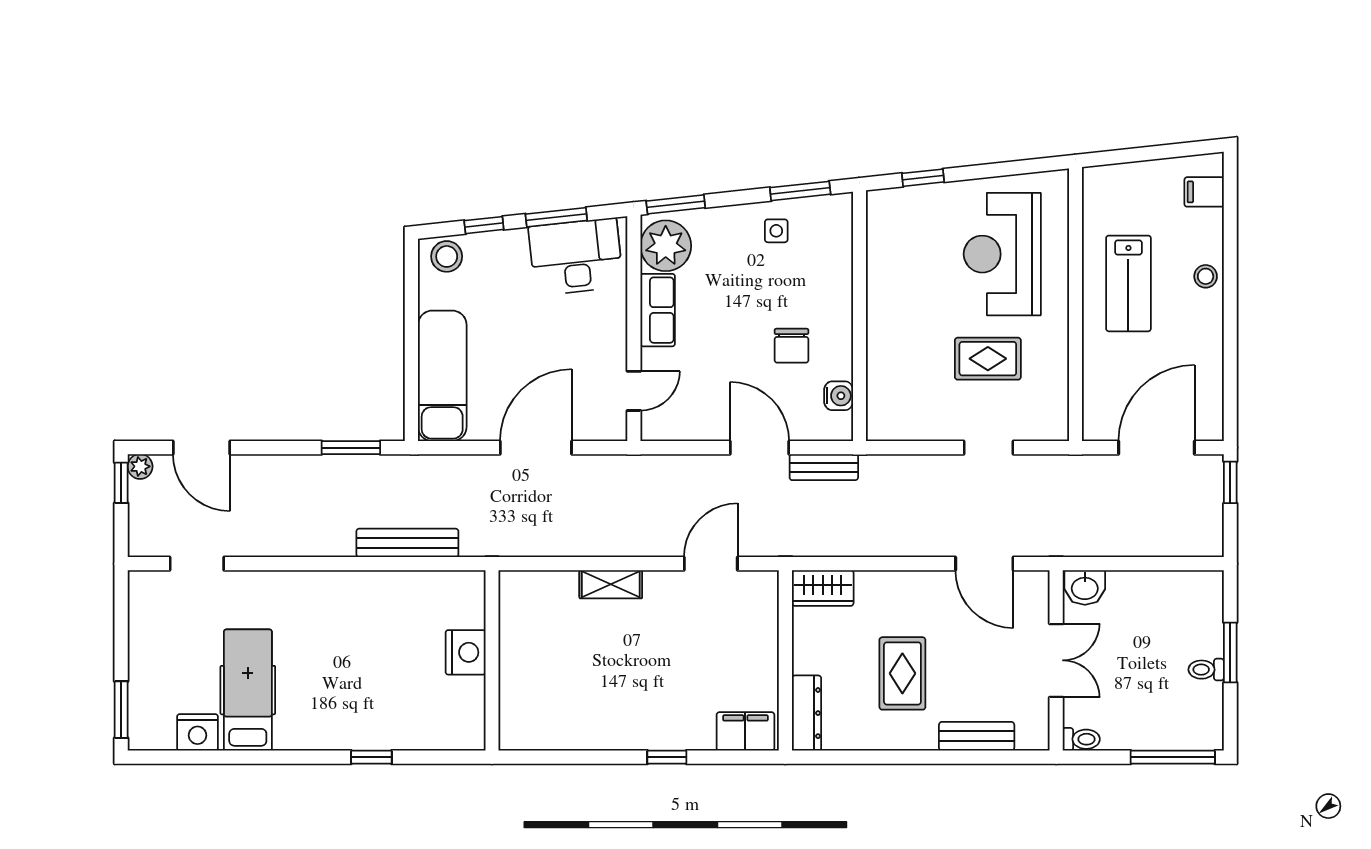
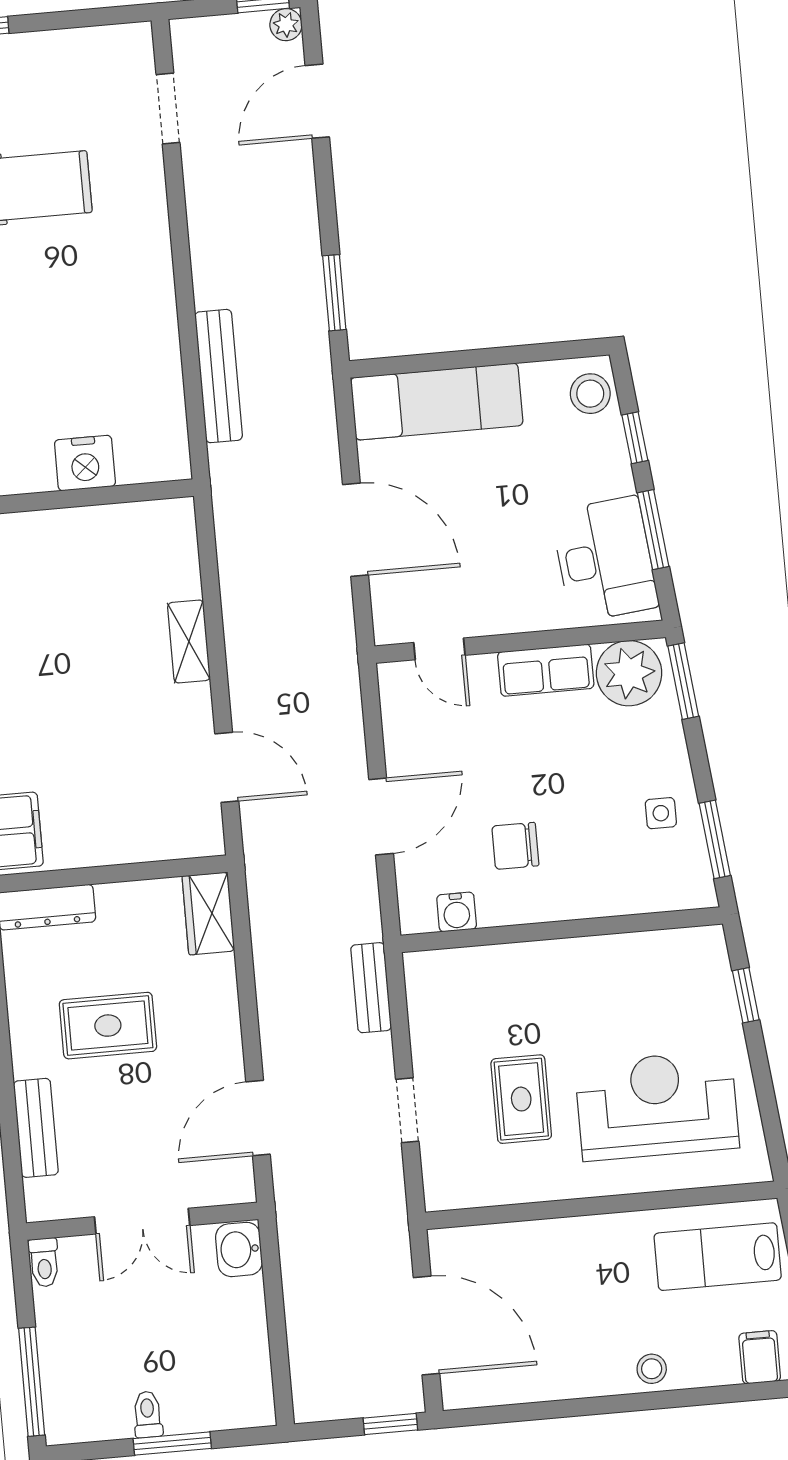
lab bench: (1128, 283) -> (718, 1257), moved
bench: (824, 467) -> (371, 988), moved

